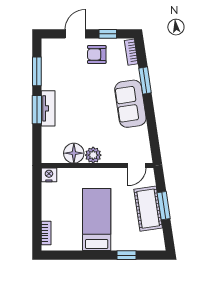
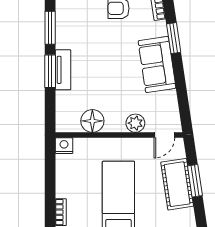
plant: (93, 155) -> (135, 123), moved

